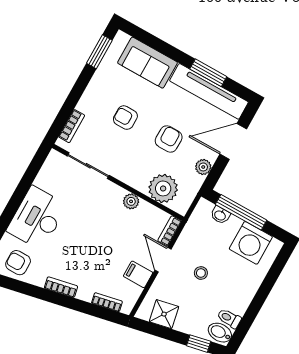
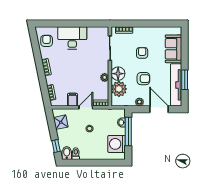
window: (99, 52) -> (166, 24), removed
floor lamp: (137, 176) -> (118, 74), added

